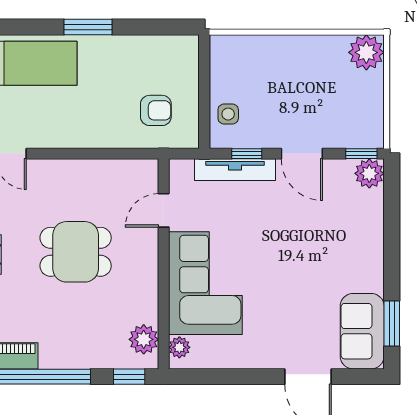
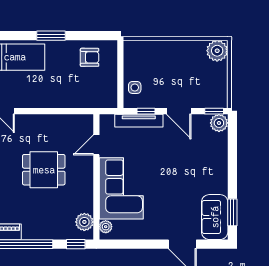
armchair: (156, 110) -> (90, 57), moved

